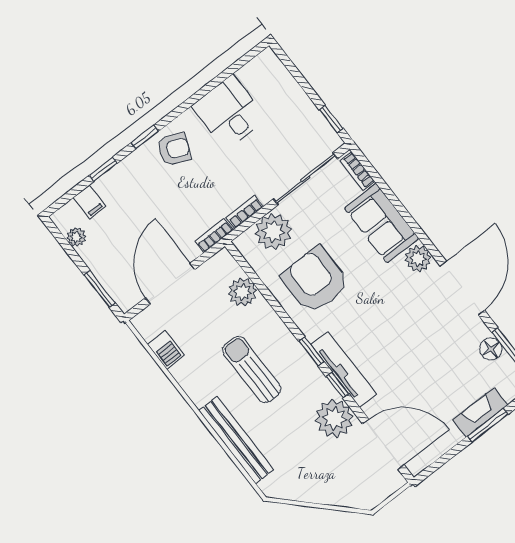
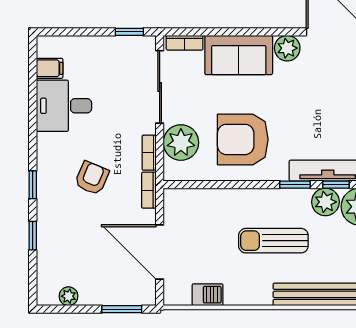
armchair: (174, 149) -> (92, 178), moved
filing cabinet: (89, 202) -> (50, 68), moved
plant: (243, 292) -> (325, 202), moved

